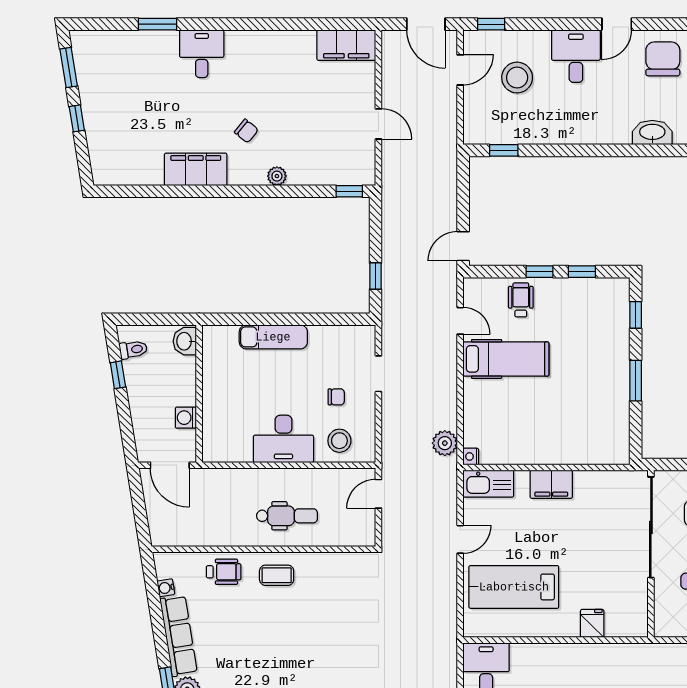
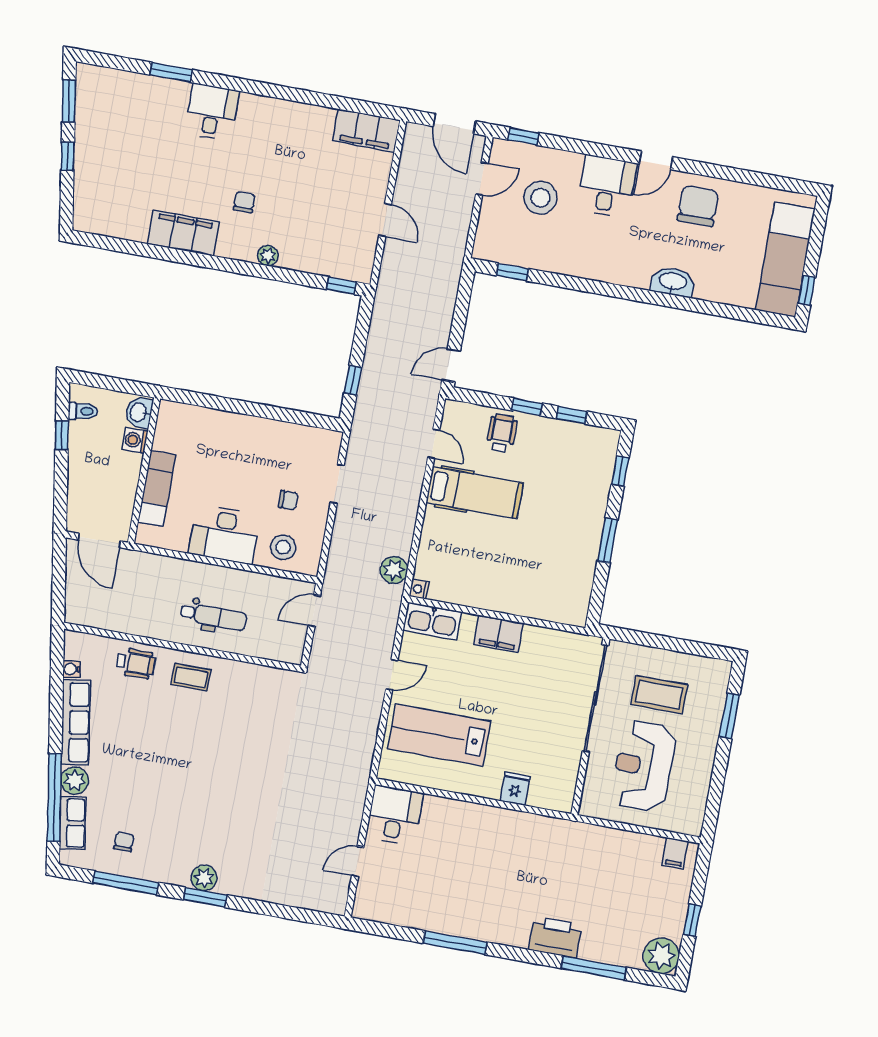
chair: (246, 131) -> (244, 202), turned -129
exam couch: (273, 337) -> (157, 488), moved, turned -90
washing machine: (186, 418) -> (135, 440), moved

